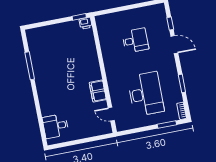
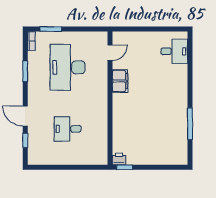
door: (111, 114) -> (110, 53), hinge flipped

